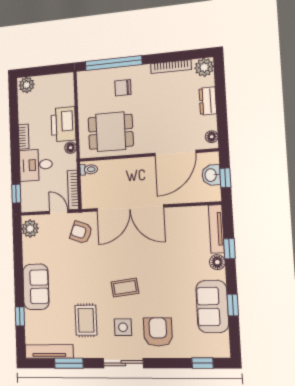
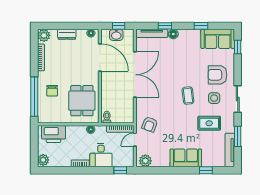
printer: (63, 124) -> (53, 134), moved
double door: (130, 208) -> (135, 75), moved
sofa: (212, 306) -> (218, 39), moved

